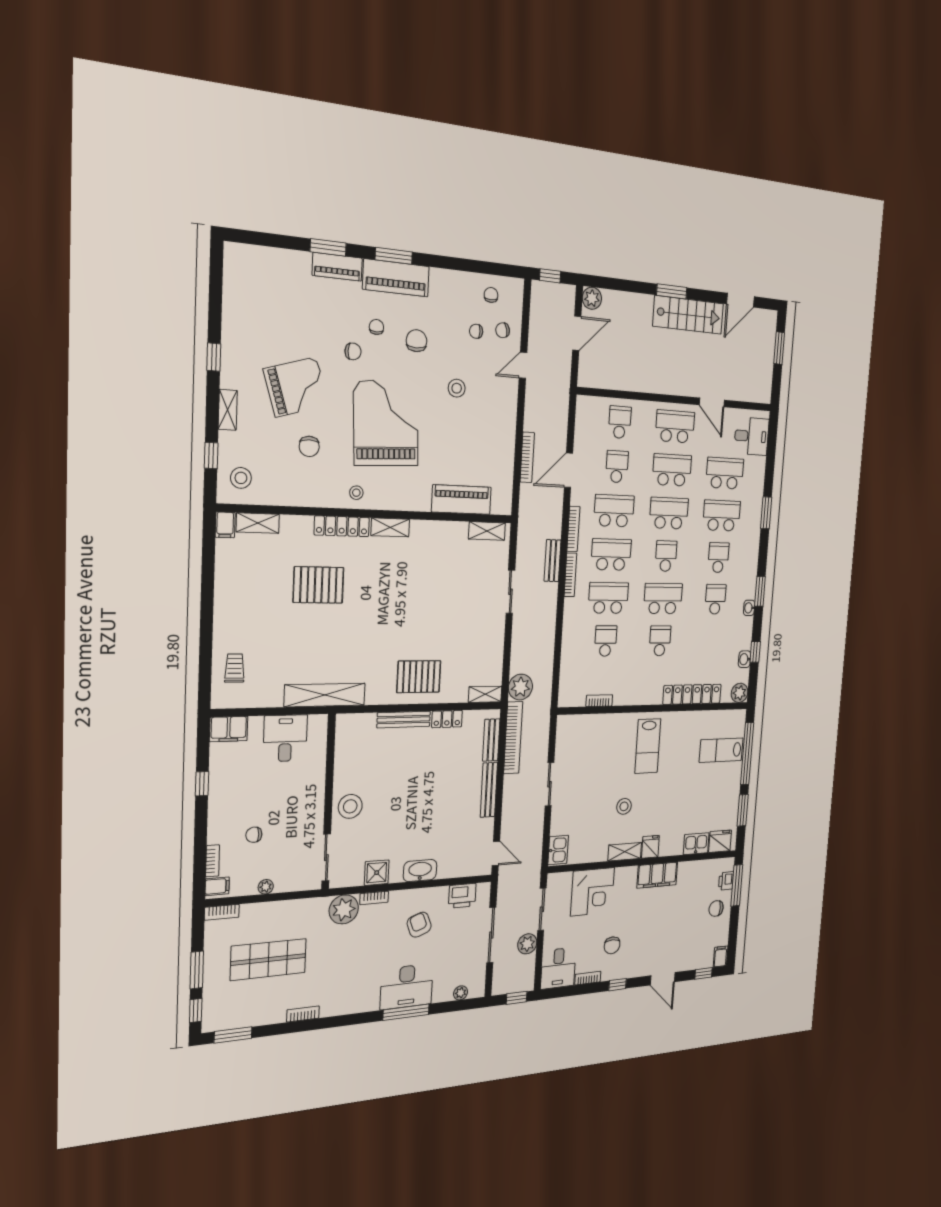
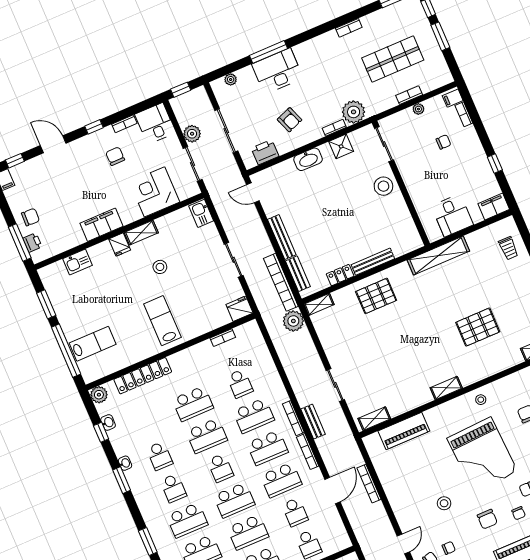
locker: (342, 526) -> (480, 373), removed
school desk: (660, 641) -> (193, 404), width x1.85
fridge: (720, 841) -> (240, 309), moved, turned 180
bookcase: (222, 912) -> (409, 95), moved

